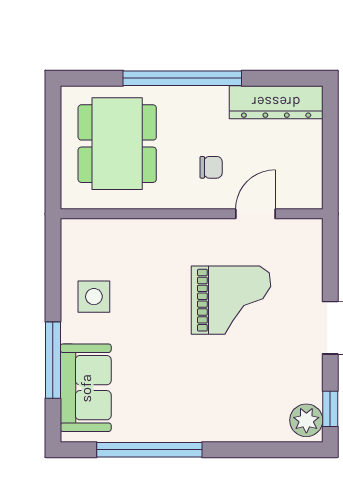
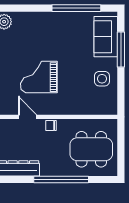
dining table: (117, 144) -> (91, 149), turned 90
chair: (211, 167) -> (51, 125), moved
door: (255, 214) -> (27, 117), swing flipped

